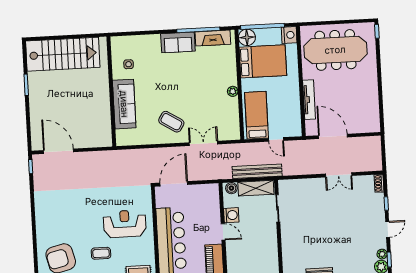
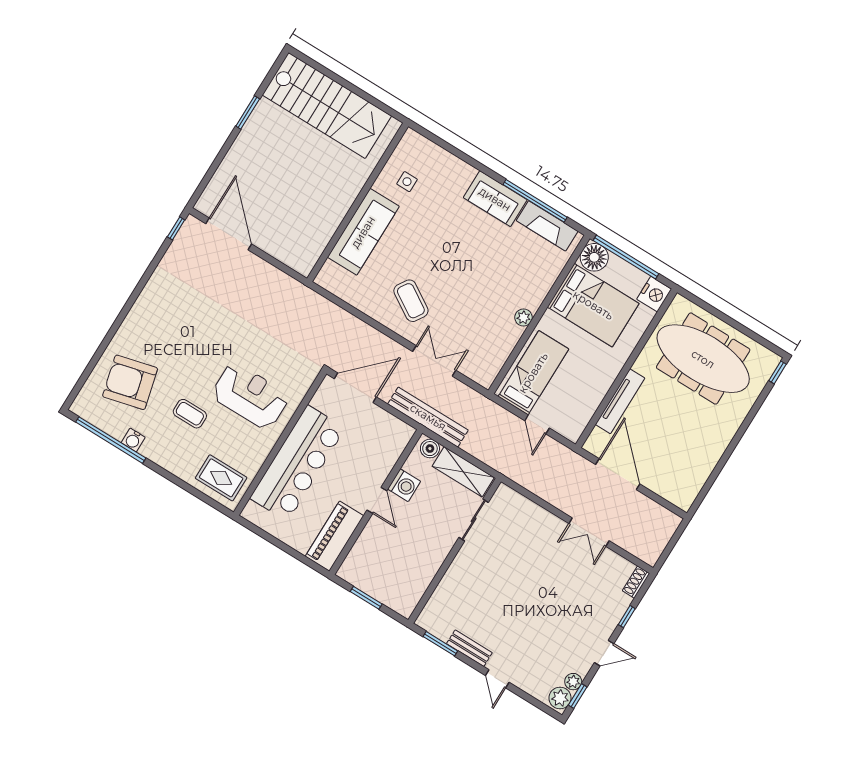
bench: (257, 171) -> (428, 417), moved

